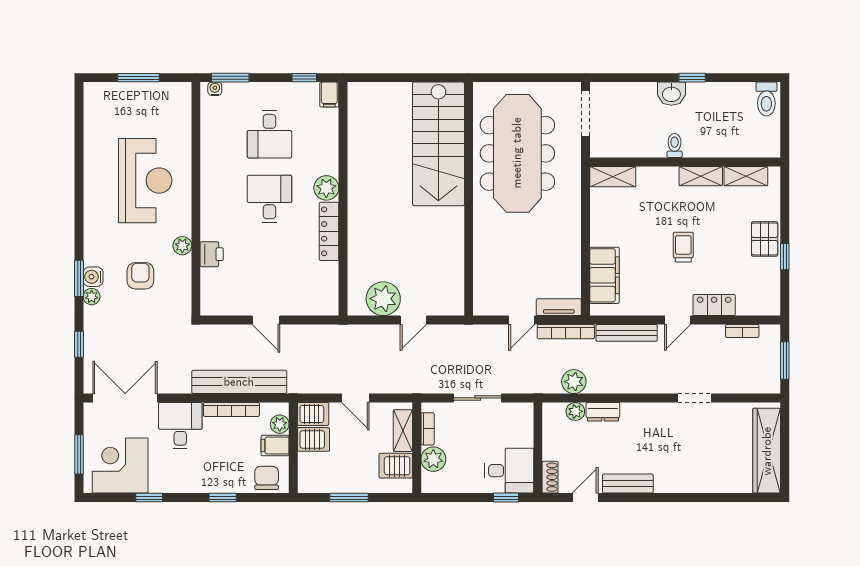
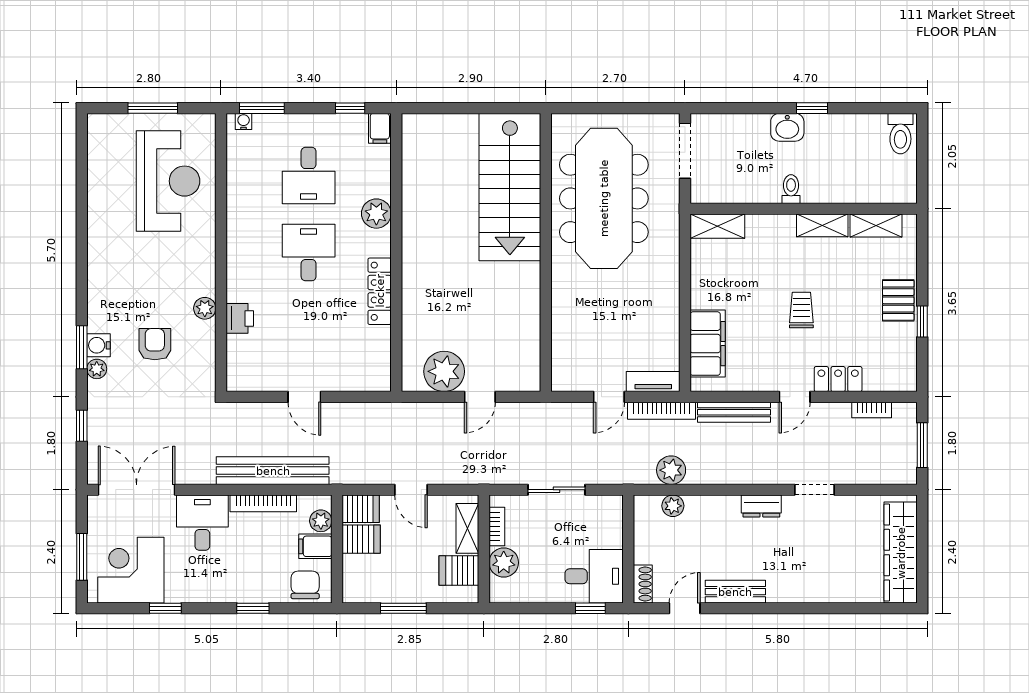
reception desk: (145, 181) -> (168, 181), moved
plant: (326, 188) -> (376, 214), moved
dresser: (603, 412) -> (761, 506), moved

